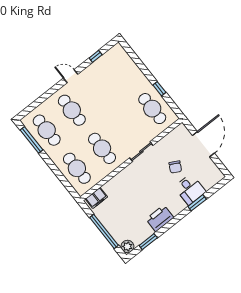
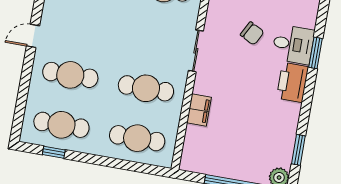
window: (32, 140) -> (54, 152), width x0.46
filing cabinet: (96, 198) -> (199, 110), moved
printer: (160, 218) -> (292, 82), moved

